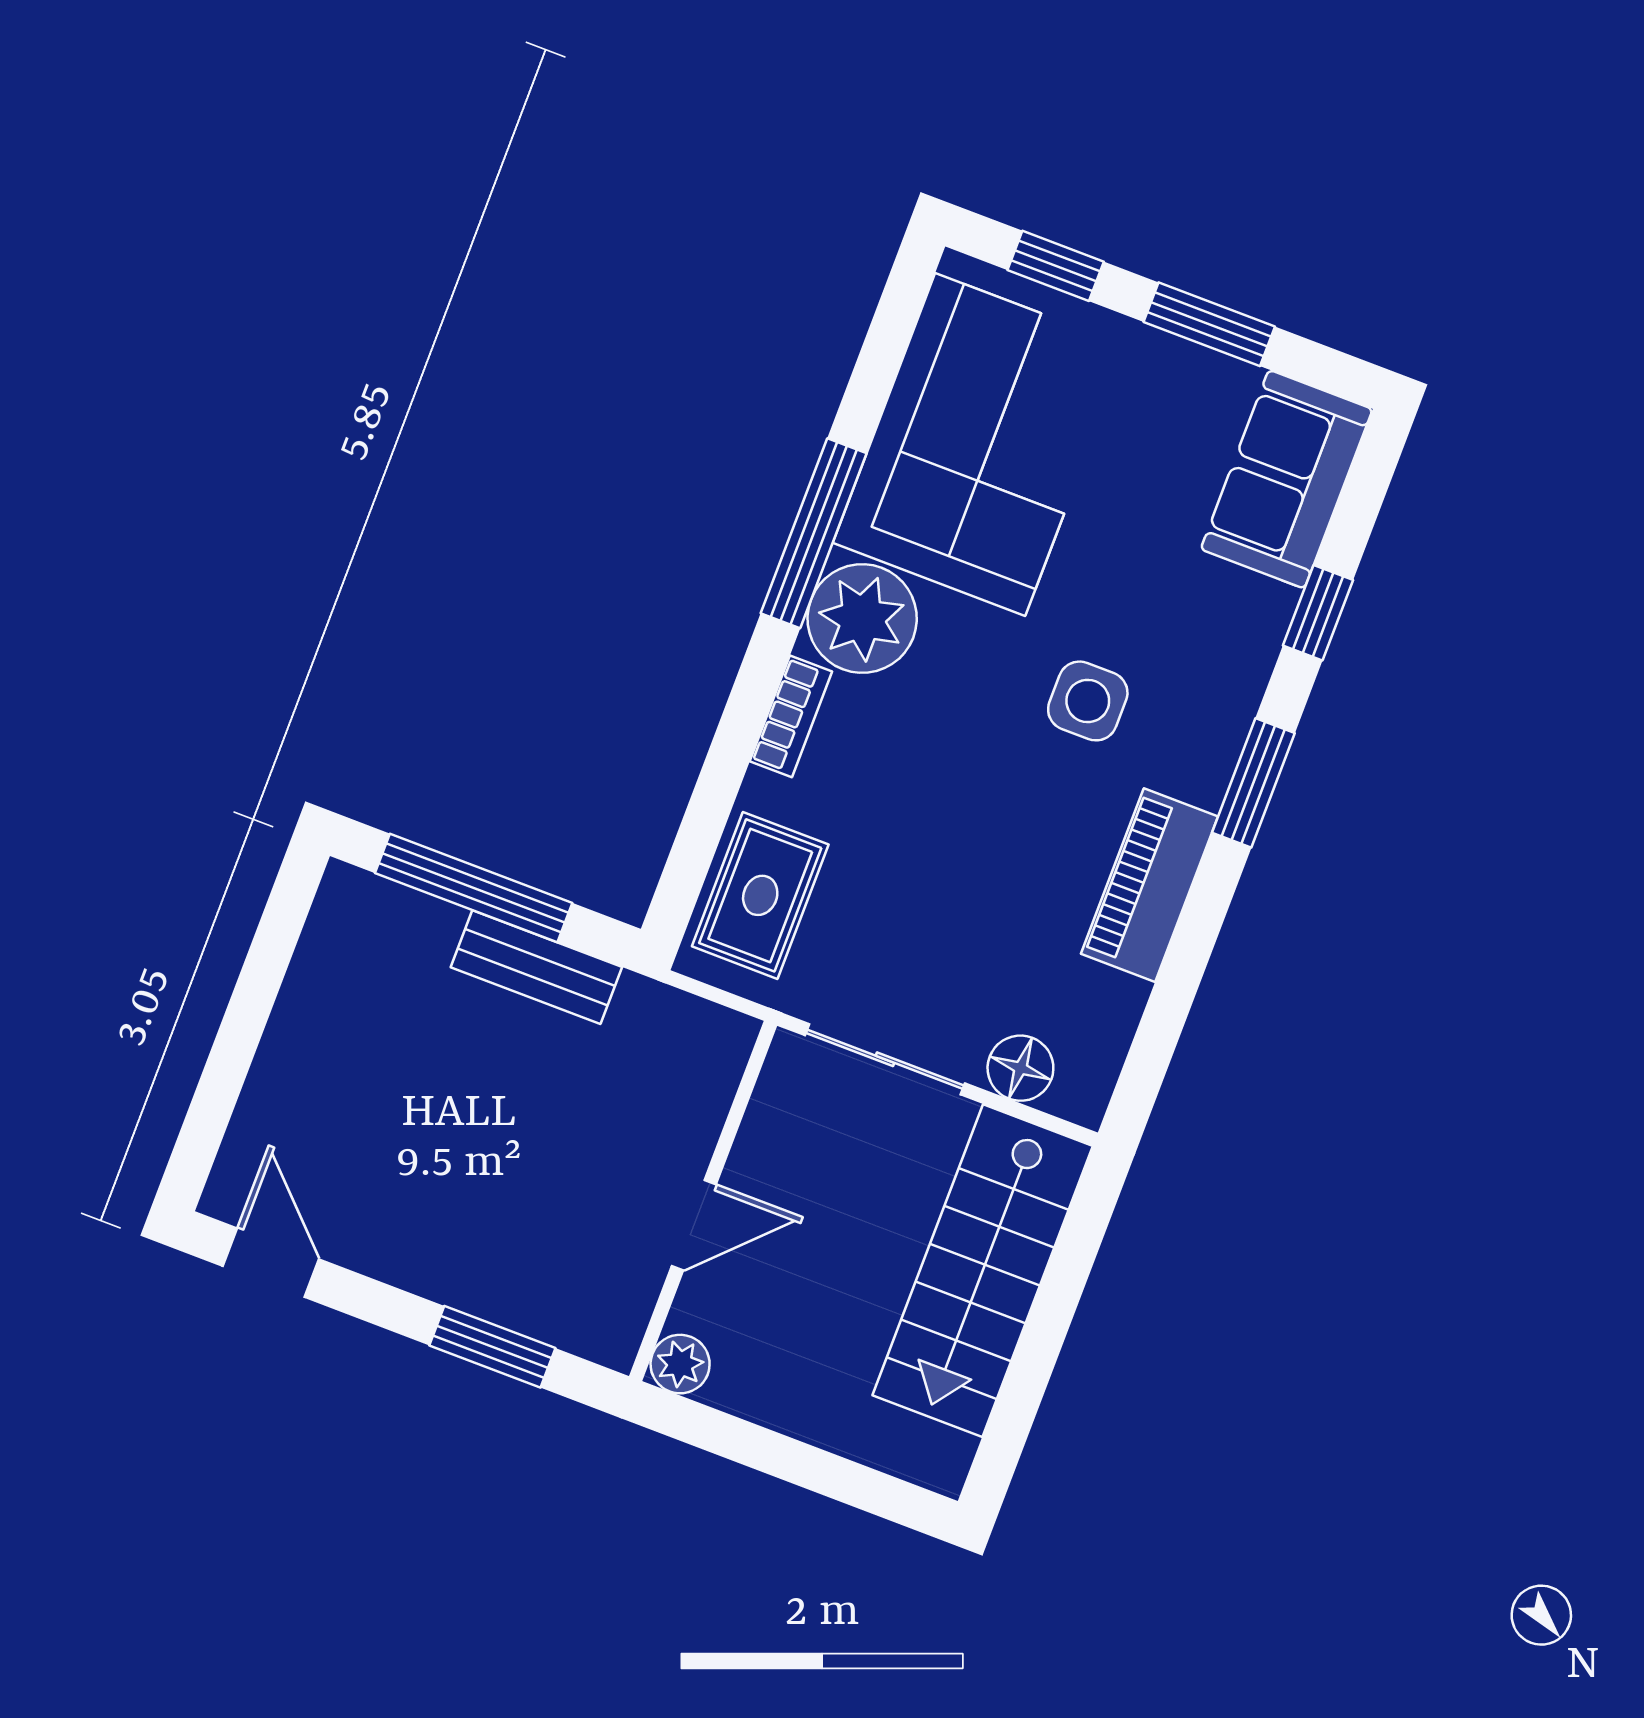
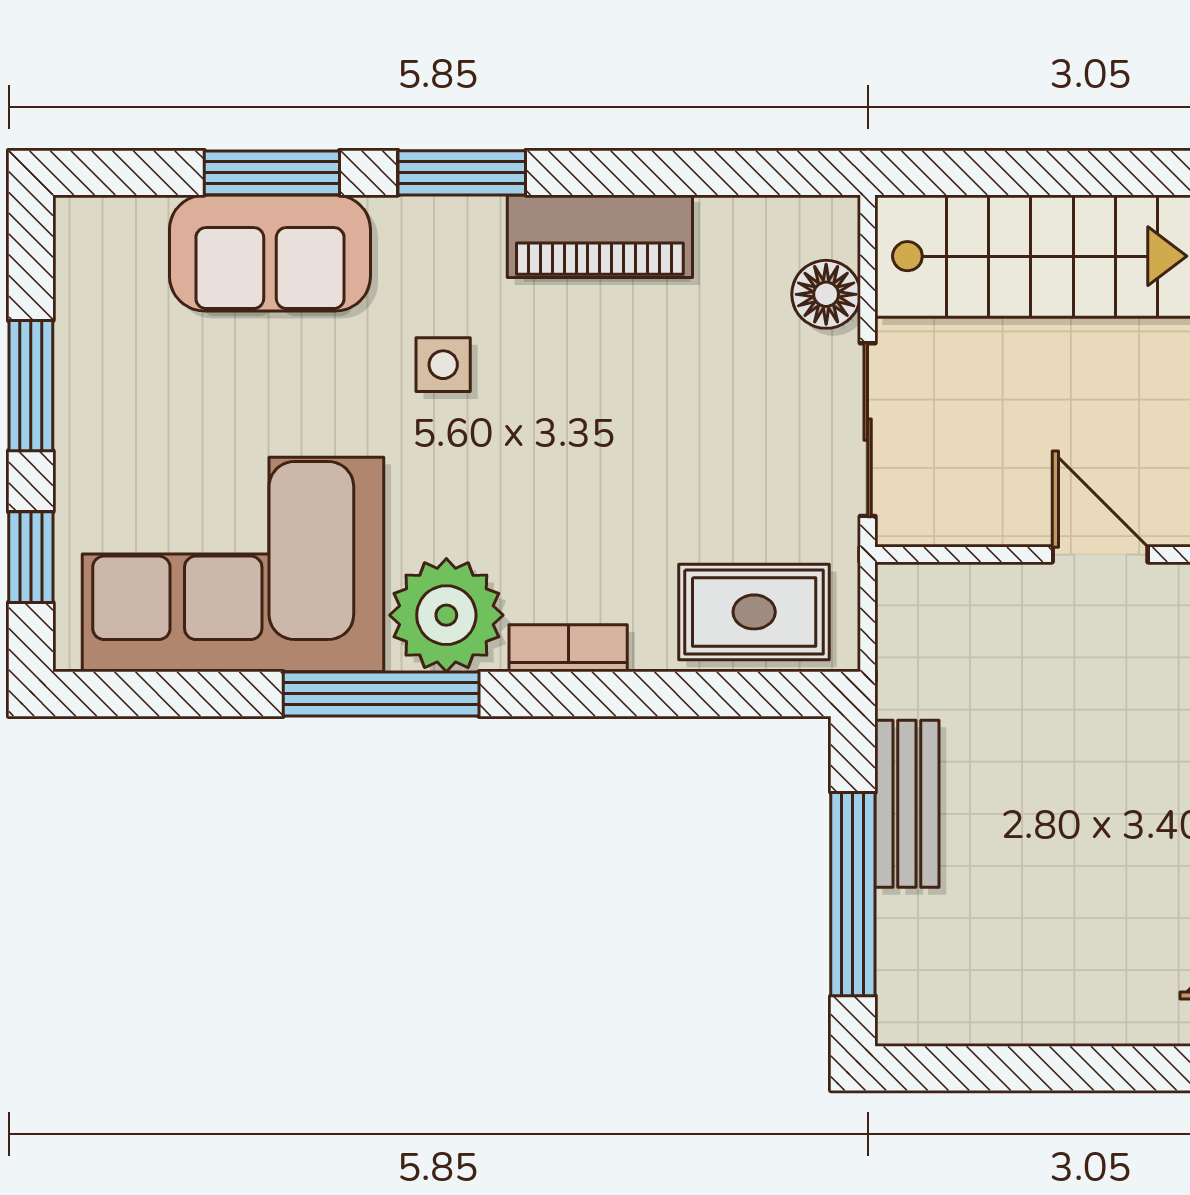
sofa: (1287, 479) -> (270, 253), moved
window: (1318, 613) -> (272, 173), width x1.50
side table: (1088, 701) -> (443, 365), width x0.73, depth x0.73

